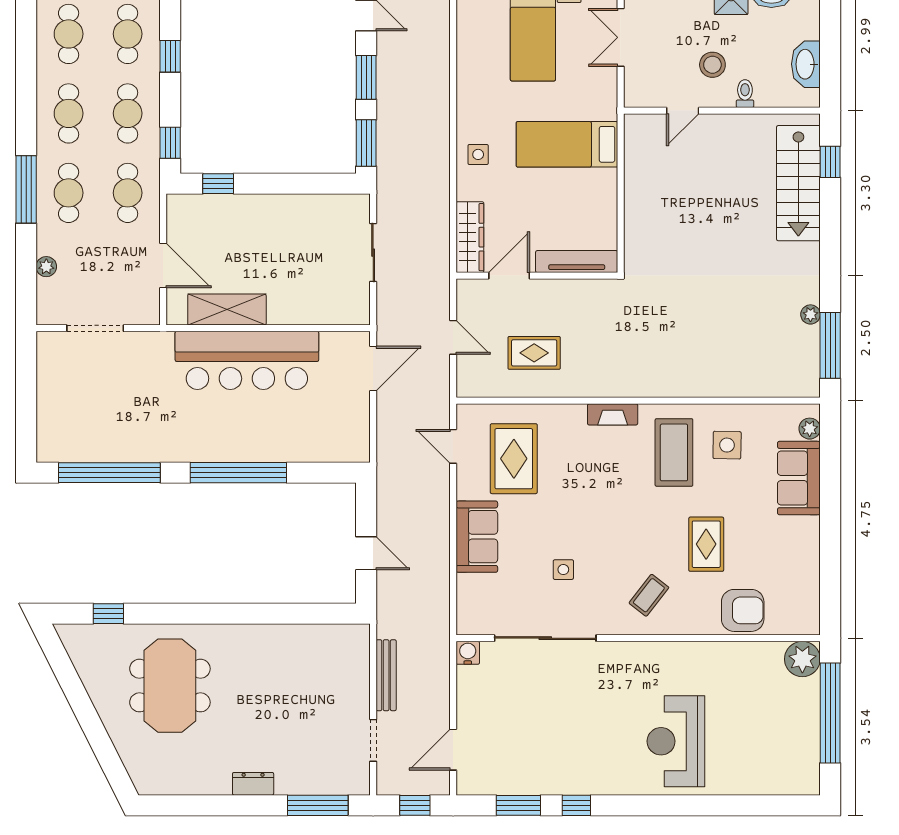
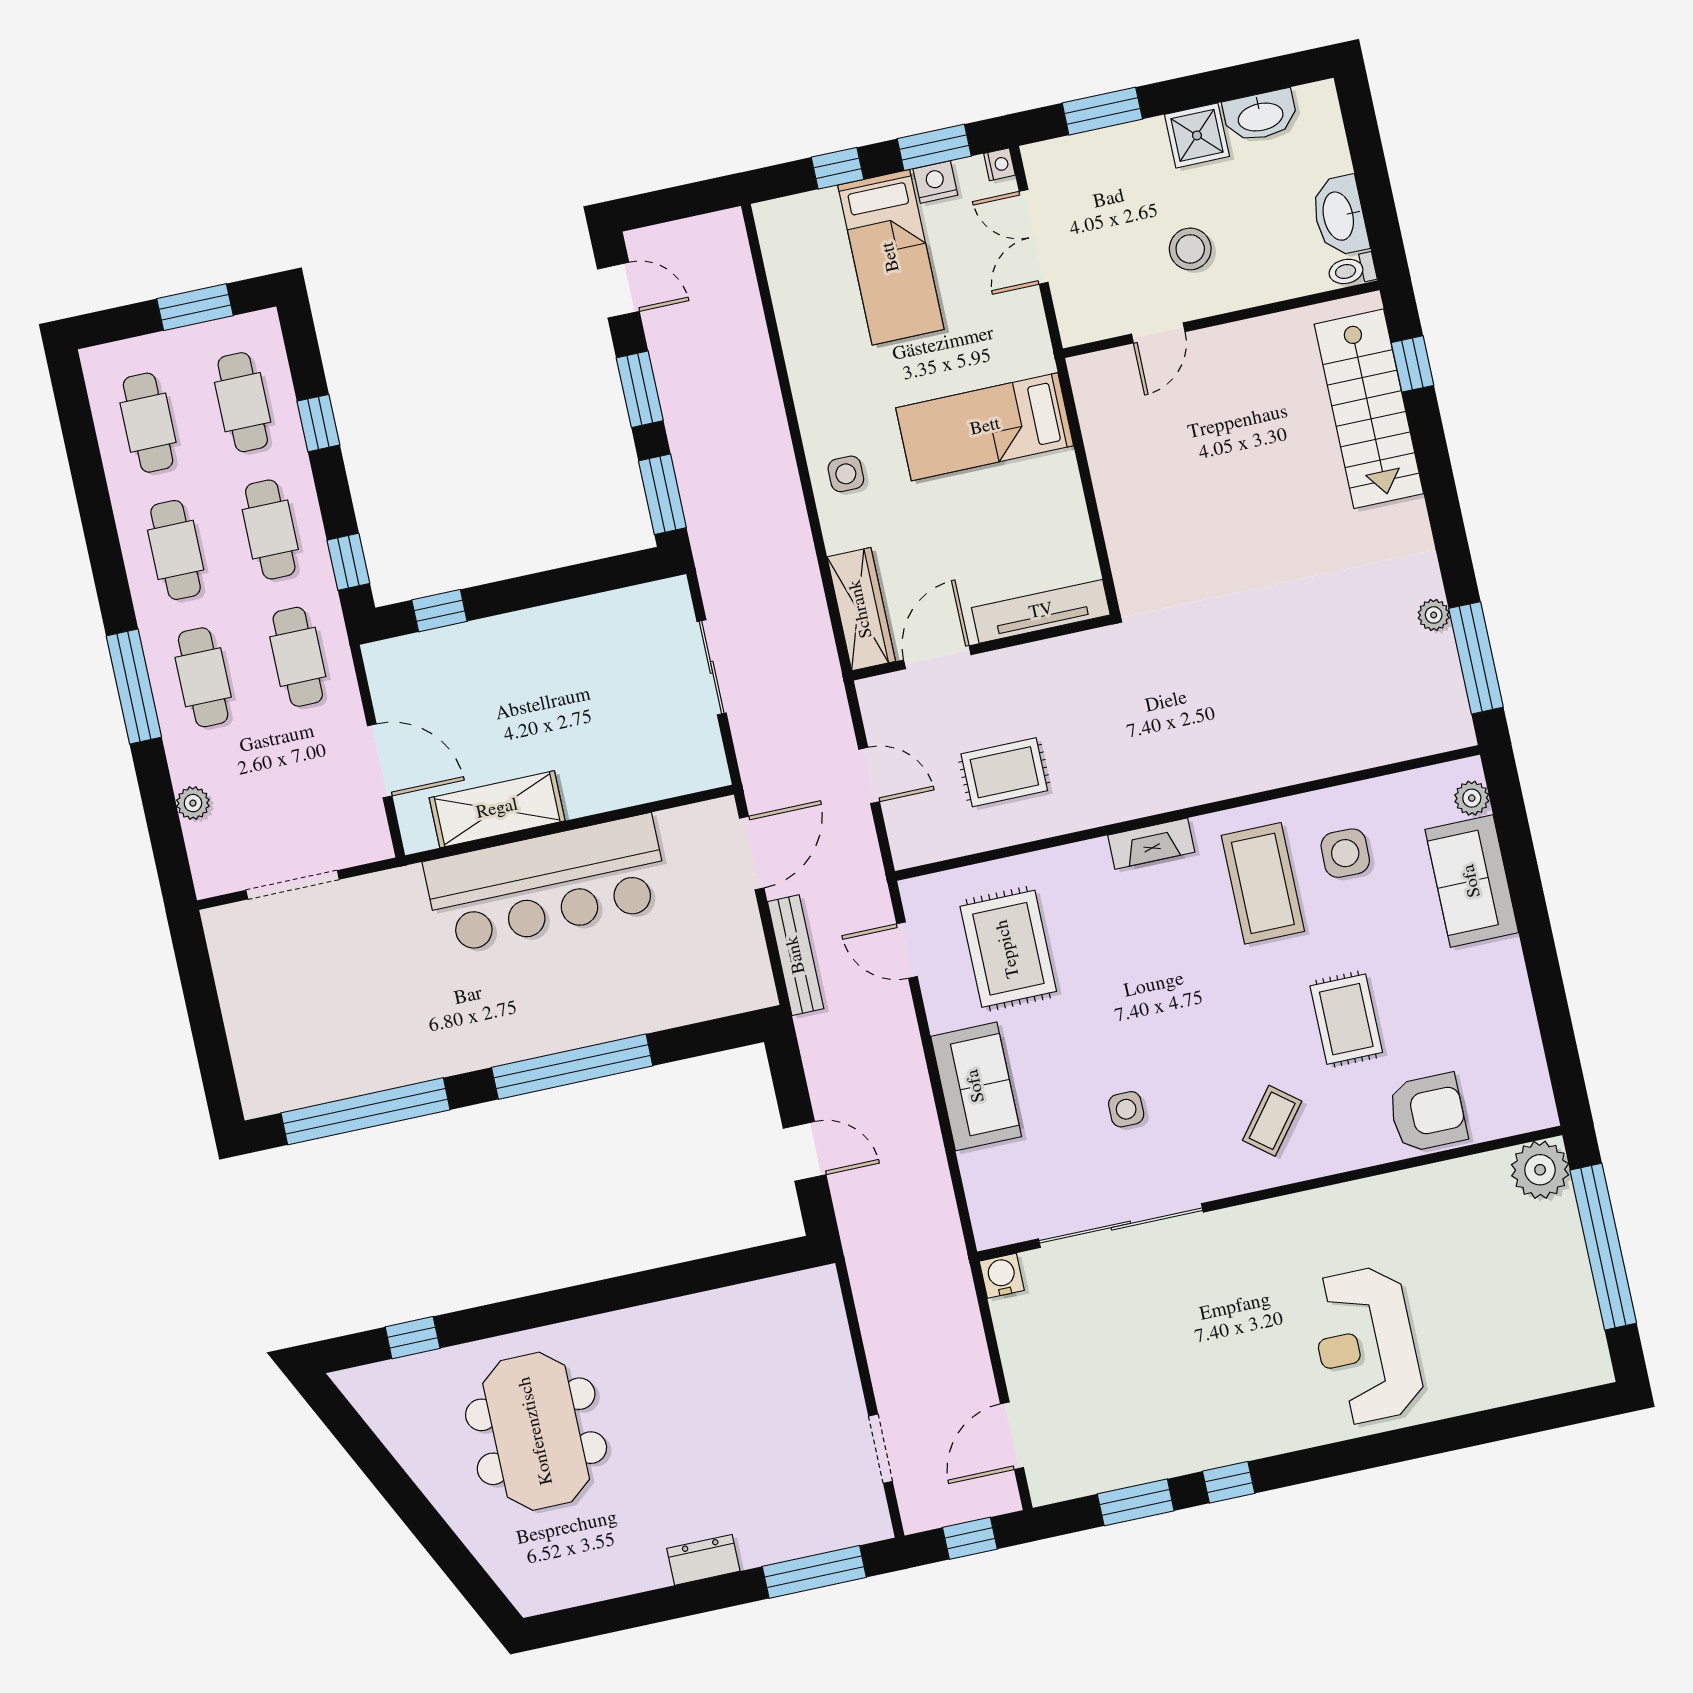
toilet: (745, 94) -> (1352, 270), moved, turned -90
bench: (386, 675) -> (796, 955), moved

